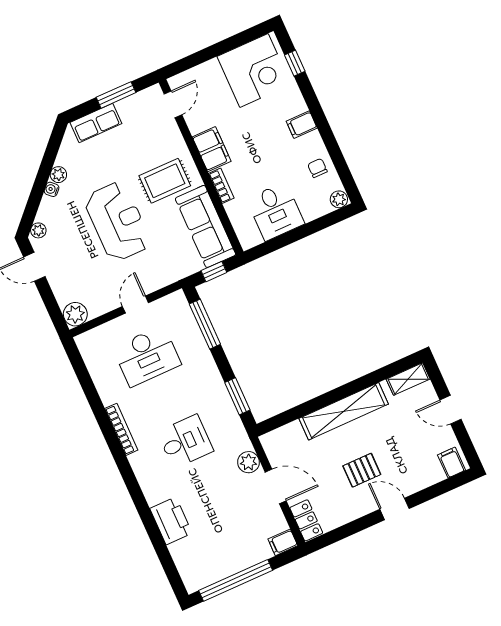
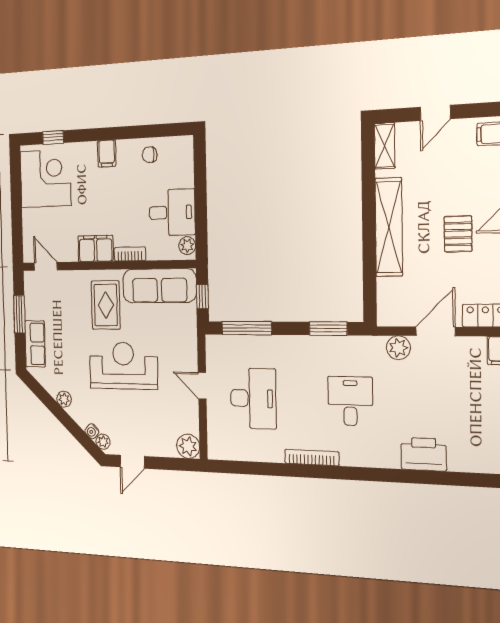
water cooler: (52, 189) -> (92, 431), moved
plant: (339, 199) -> (187, 246), moved

